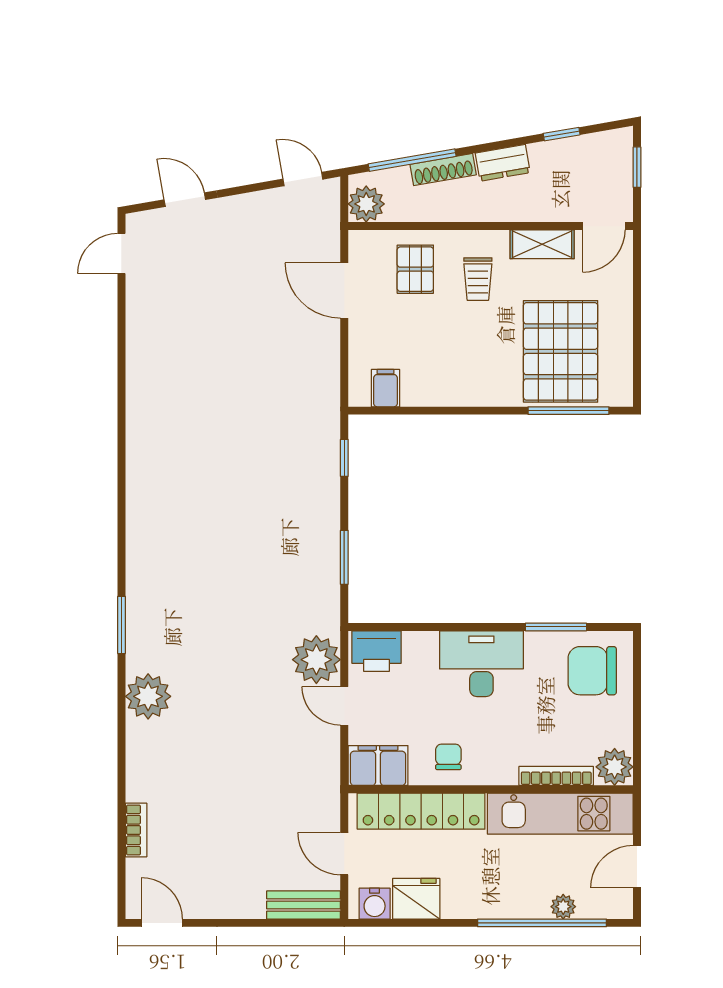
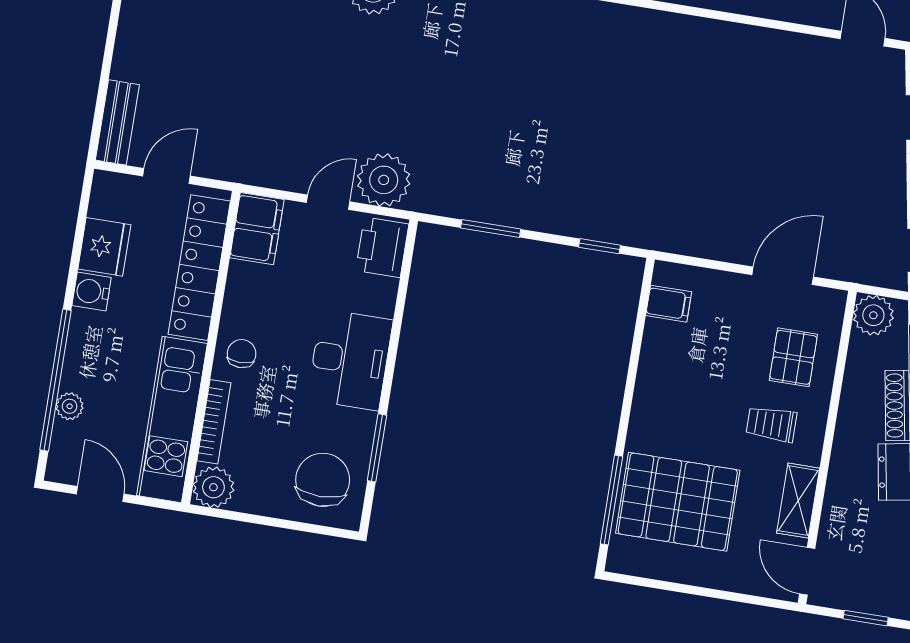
pallet: (415, 269) -> (793, 357), turned 90
chair: (448, 757) -> (242, 354), moved, turned -90
water cooler: (375, 904) -> (92, 292), moved

